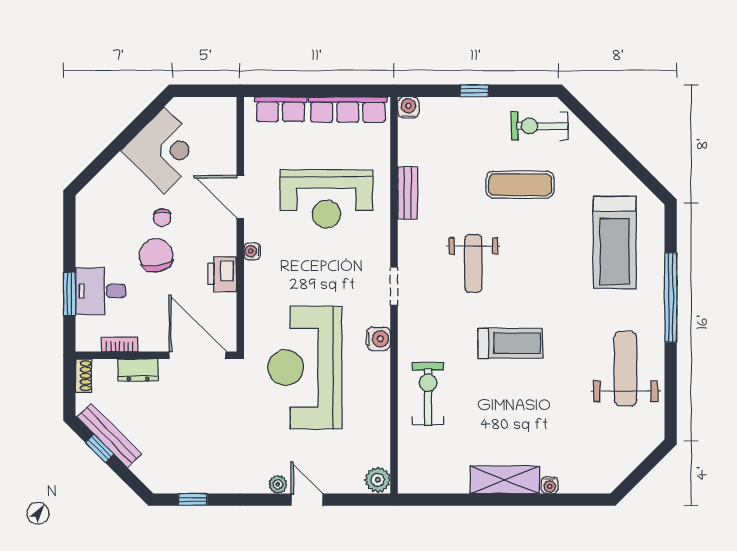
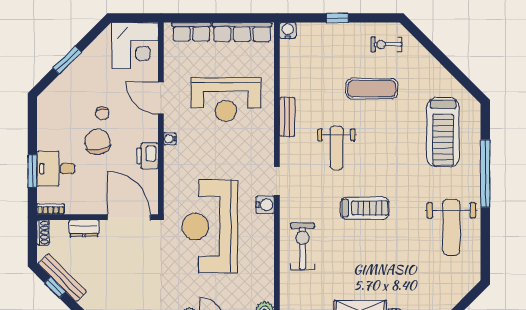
exercise bike: (540, 126) -> (387, 44), width x0.73, depth x0.72
window: (116, 147) -> (67, 60), added
corner desk: (164, 150) -> (135, 46), moved, turned 45
bench: (408, 193) -> (287, 117), moved
doorway: (394, 286) -> (277, 181), moved
bookcase: (120, 344) -> (51, 209), moved
weight bench: (625, 369) -> (451, 227), turned 180

